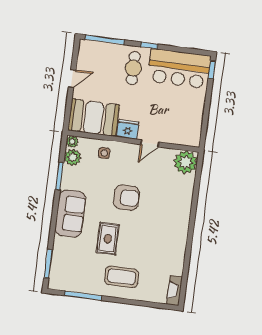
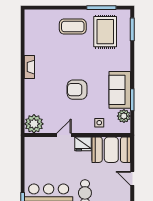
door: (72, 79) -> (132, 178), hinge flipped
plant: (72, 142) -> (126, 128), removed
sofa: (70, 214) -> (120, 90), moved
rug: (108, 239) -> (105, 32), moved, width x1.36, depth x1.43
fireplace: (174, 291) -> (29, 67), moved

